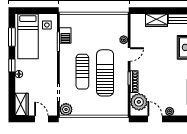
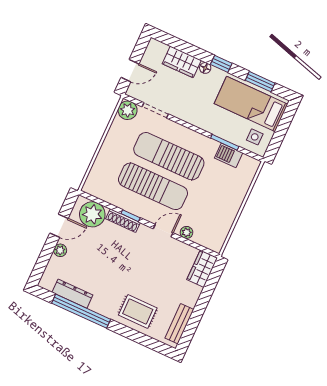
wardrobe: (156, 20) -> (202, 269), moved
door: (129, 54) -> (163, 231), swing flipped
sun lounger: (82, 72) -> (169, 156), width x1.36, depth x1.34
wardrobe: (22, 104) -> (182, 62), moved

